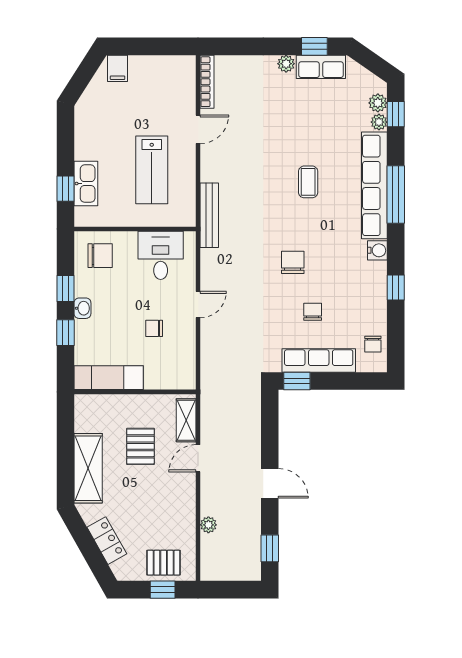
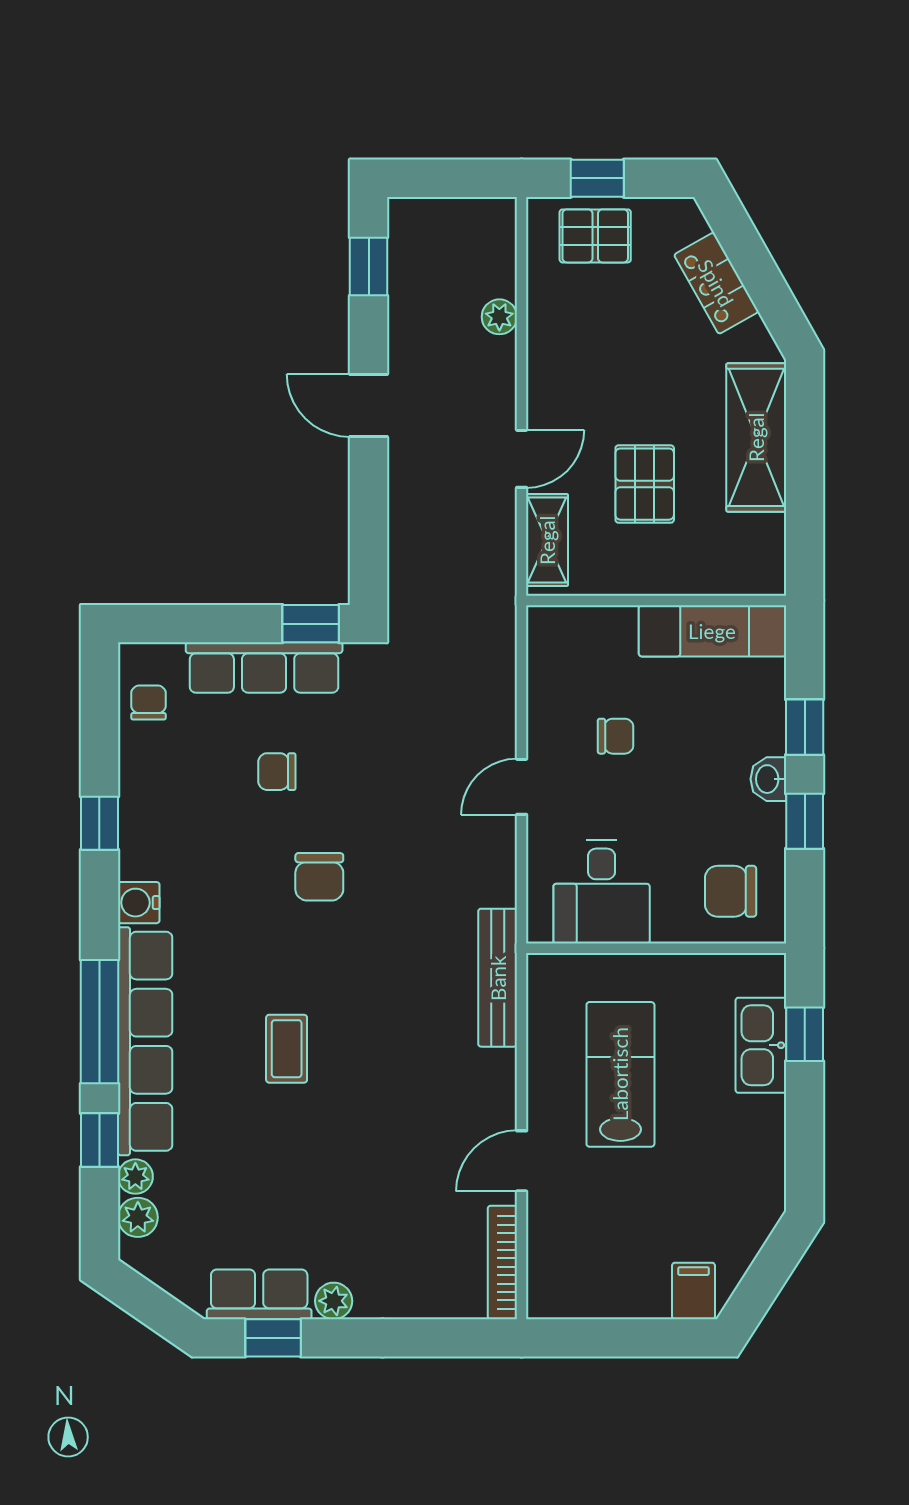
window: (396, 114) -> (99, 1140), moved
chair: (313, 312) -> (277, 772), turned 90

